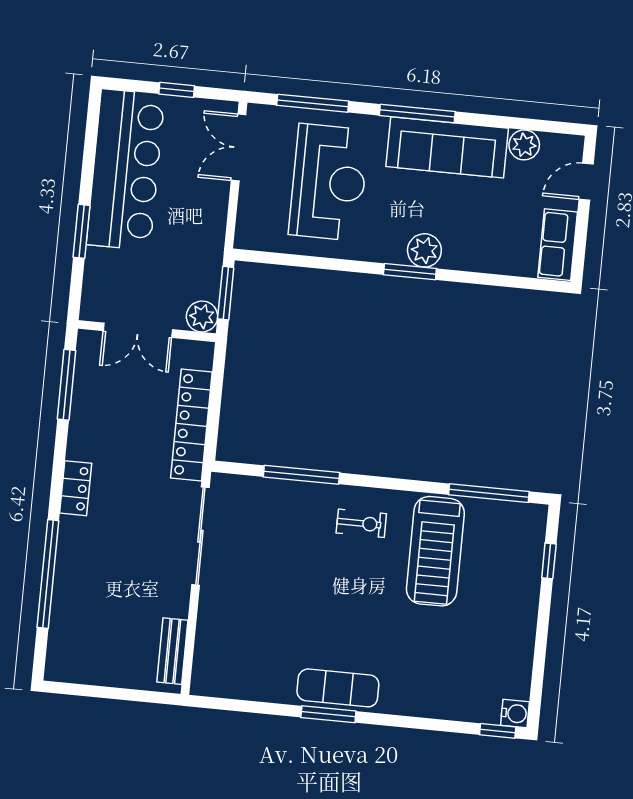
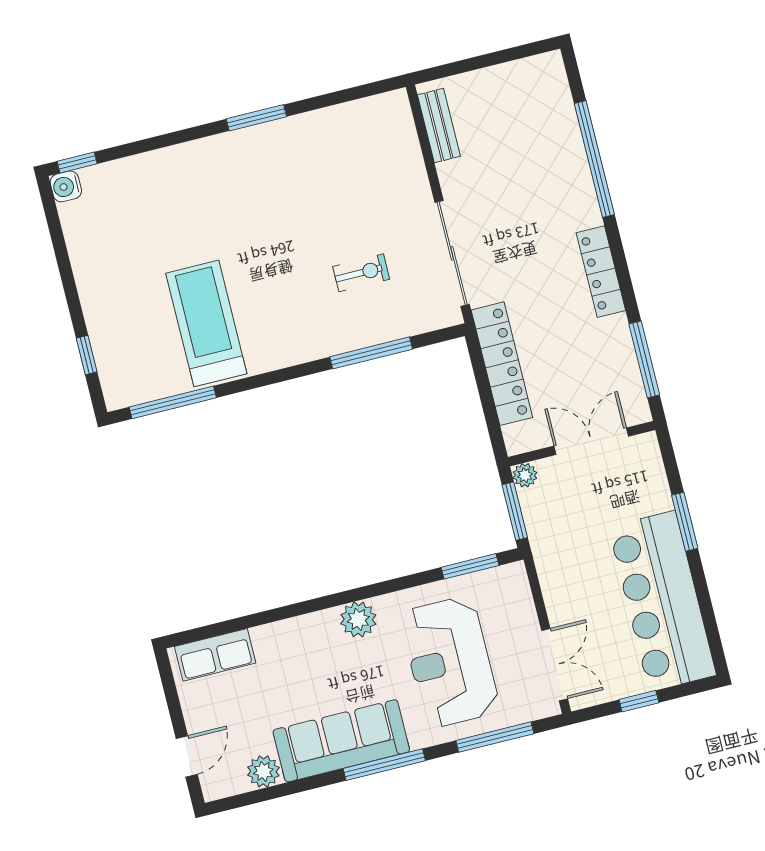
row of seats: (558, 245) -> (215, 655), moved, turned 90
plant: (424, 250) -> (358, 619), moved
window: (410, 272) -> (470, 566), moved
plant: (202, 316) -> (525, 475), width x0.73, depth x0.73
locker: (76, 488) -> (601, 272), width x1.53
exercise bike: (361, 523) -> (361, 273), moved, turned 180
exercise mat: (338, 688) -> (256, 148), removed

